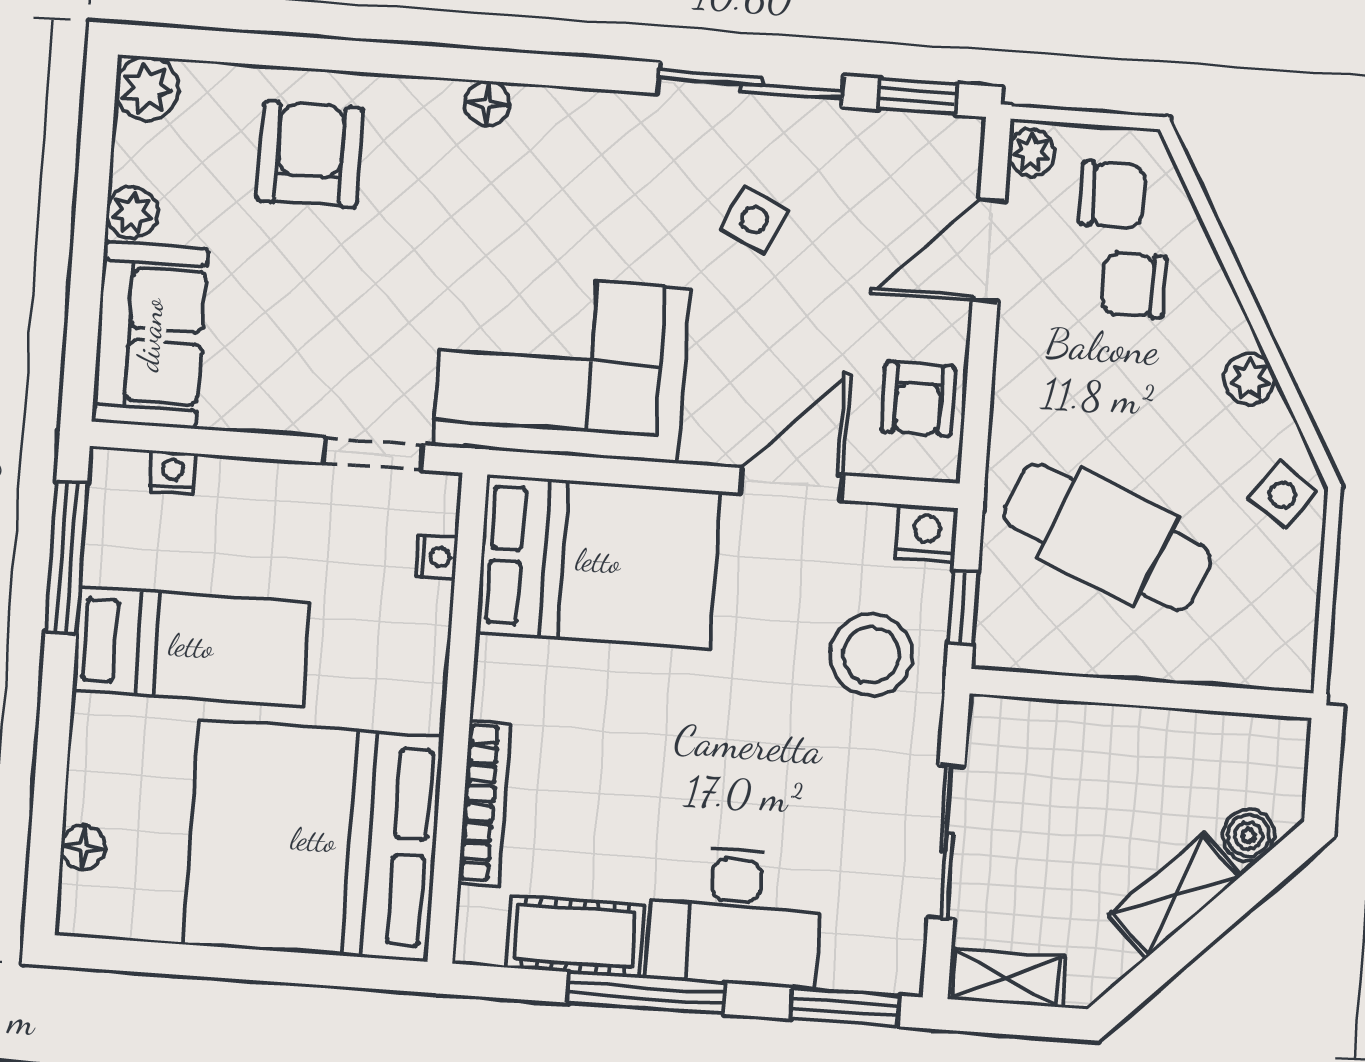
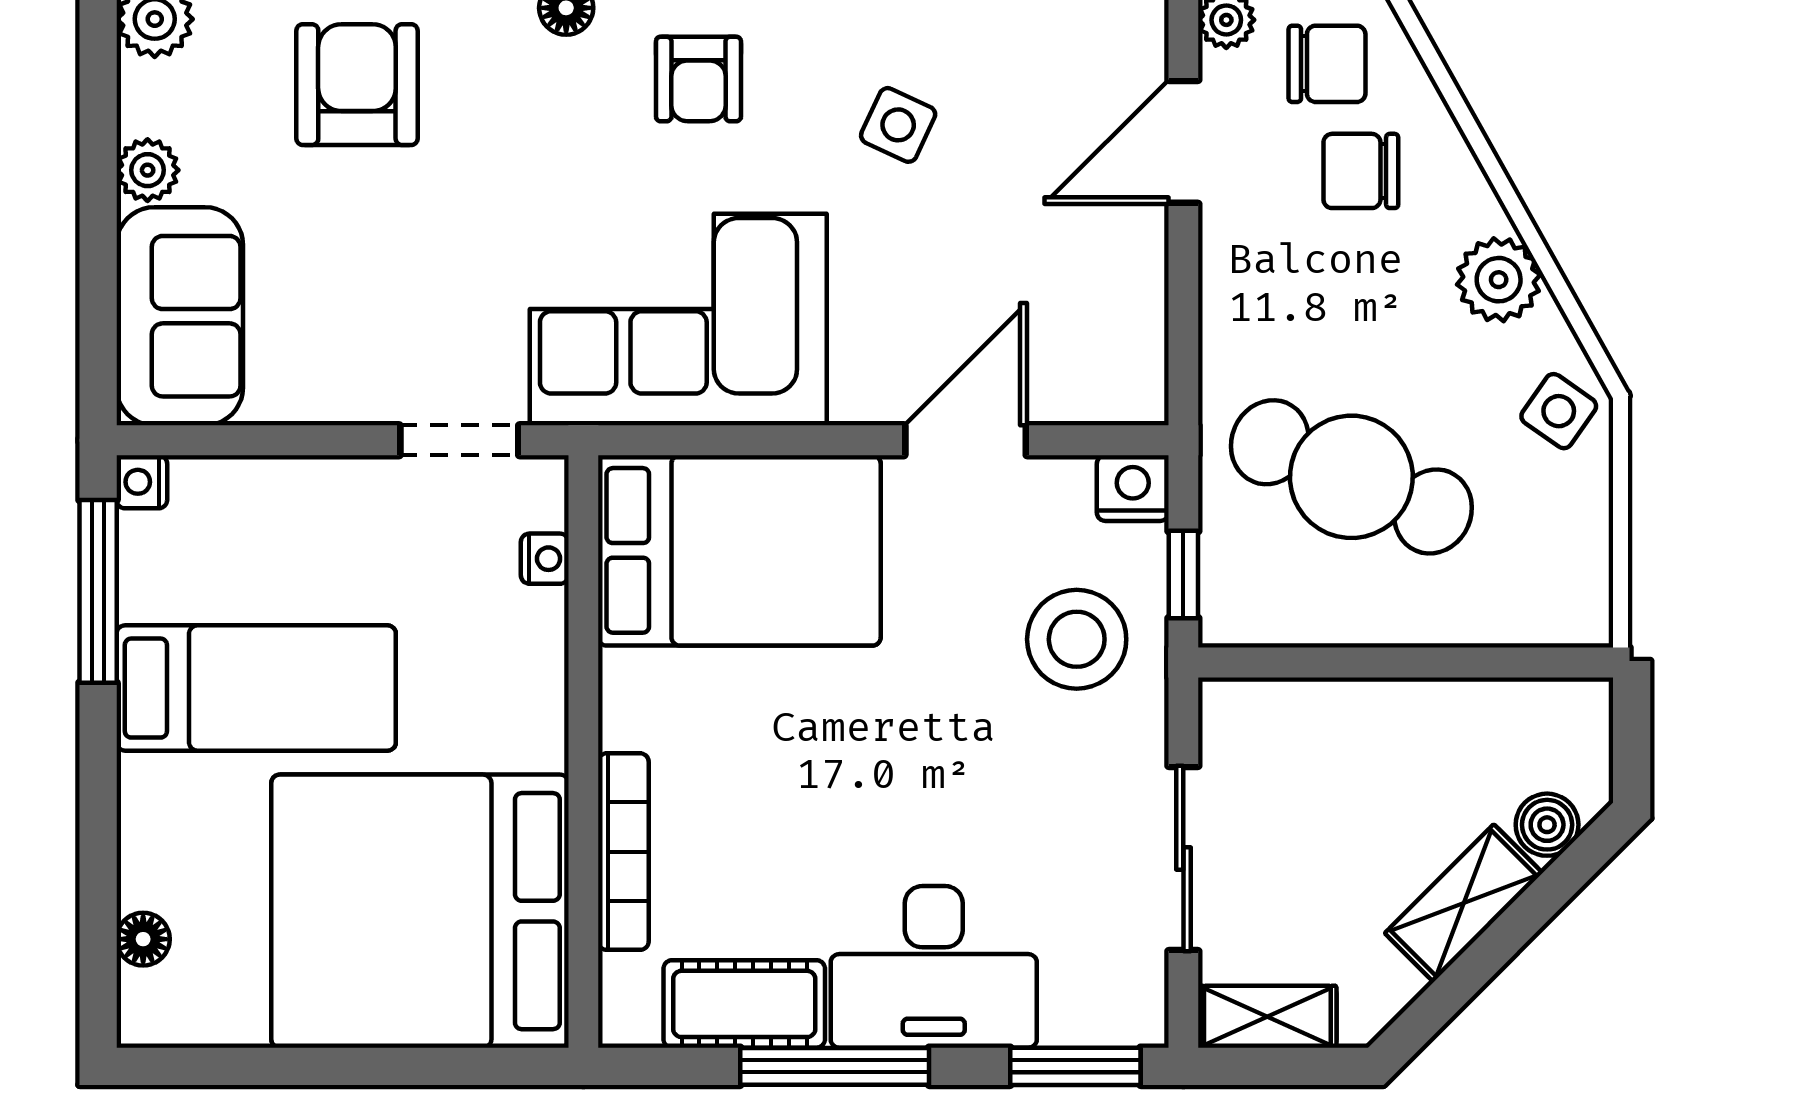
plant: (1249, 379) -> (1499, 280), width x1.38, depth x1.38
armchair: (918, 399) -> (698, 79), moved
nightstand: (173, 473) -> (142, 482), moved, turned -90

